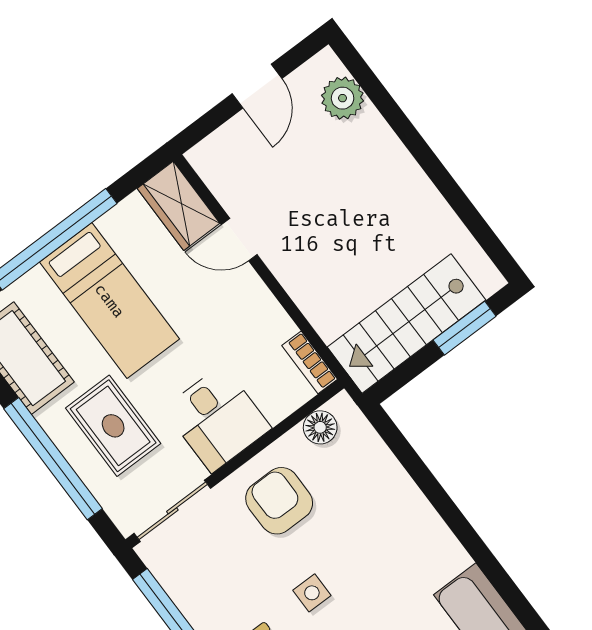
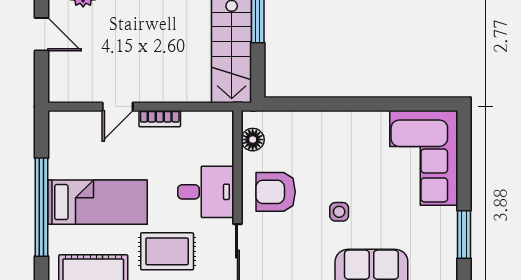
wardrobe: (179, 206) -> (74, 126), removed
bookcase: (310, 362) -> (160, 119), moved

